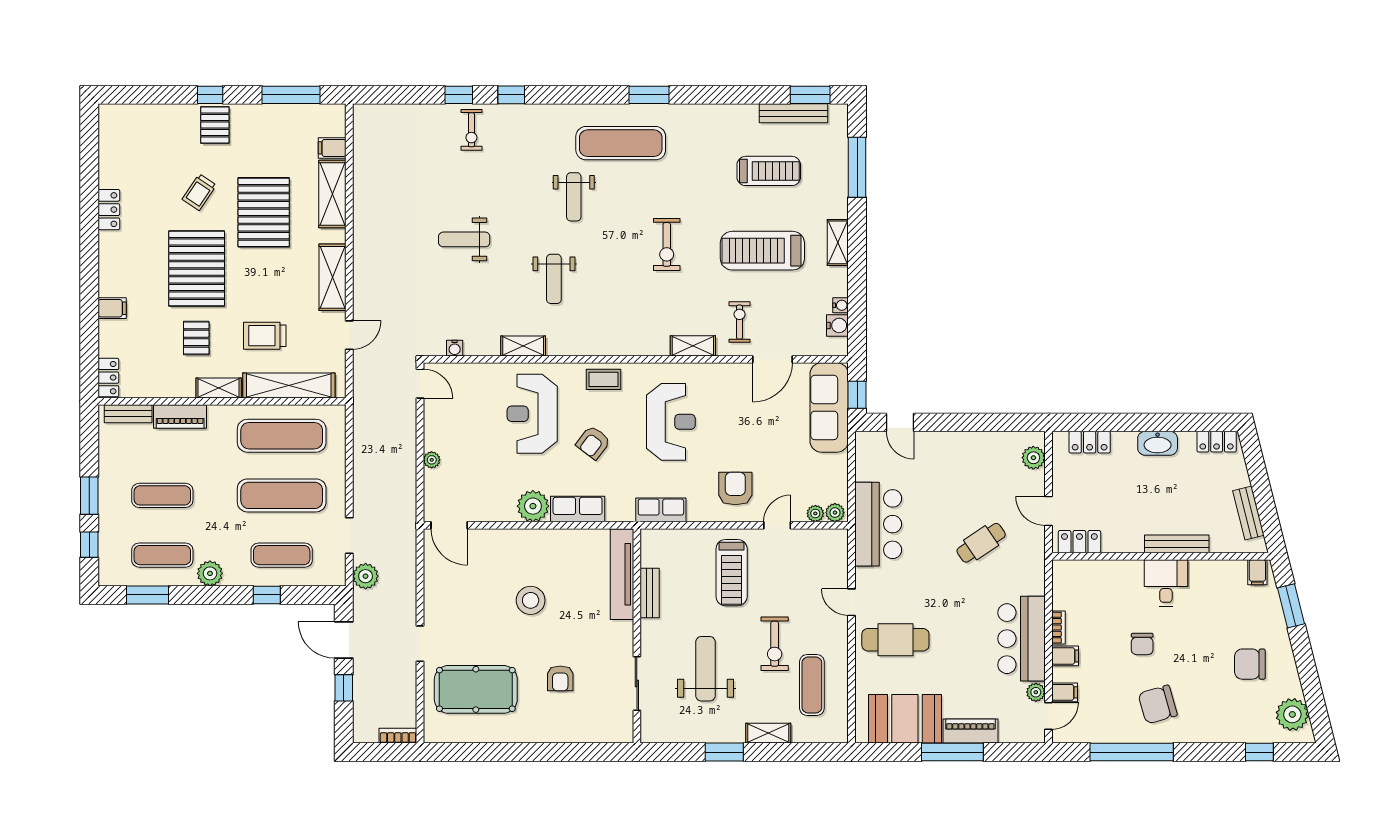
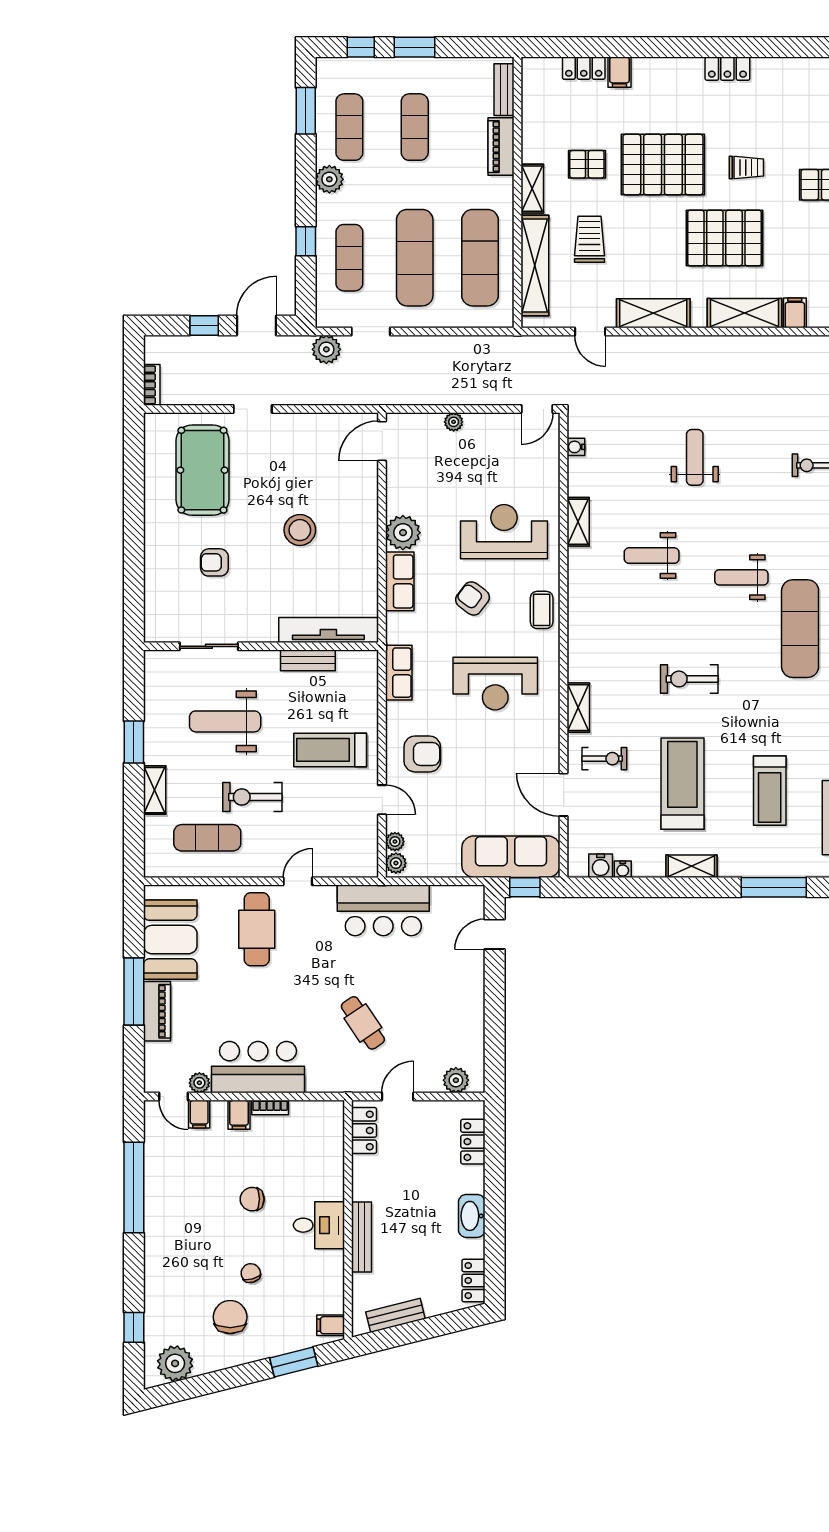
trolley: (199, 192) -> (746, 167), turned 146
locker: (108, 378) -> (584, 68), moved
weight bench: (706, 669) -> (225, 721), turned 180
chair: (1158, 704) -> (251, 1273), moved, width x0.54, depth x0.54

